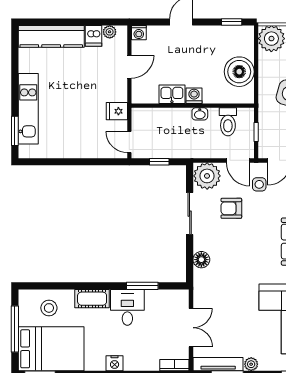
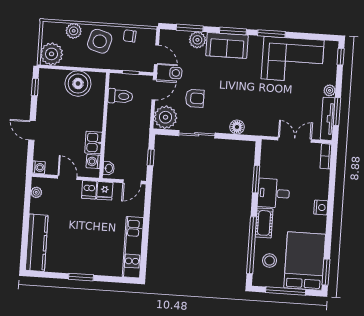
dishwasher: (94, 36) -> (89, 190), moved, turned 90
washing machine: (194, 96) -> (93, 162), moved
kitchen unit: (28, 109) -> (133, 247), moved, turned -90
washbasin: (200, 114) -> (109, 168), moved
window: (15, 131) -> (81, 277), moved
armchair: (231, 208) -> (195, 98), turned -90
window: (65, 286) -> (252, 245), added

